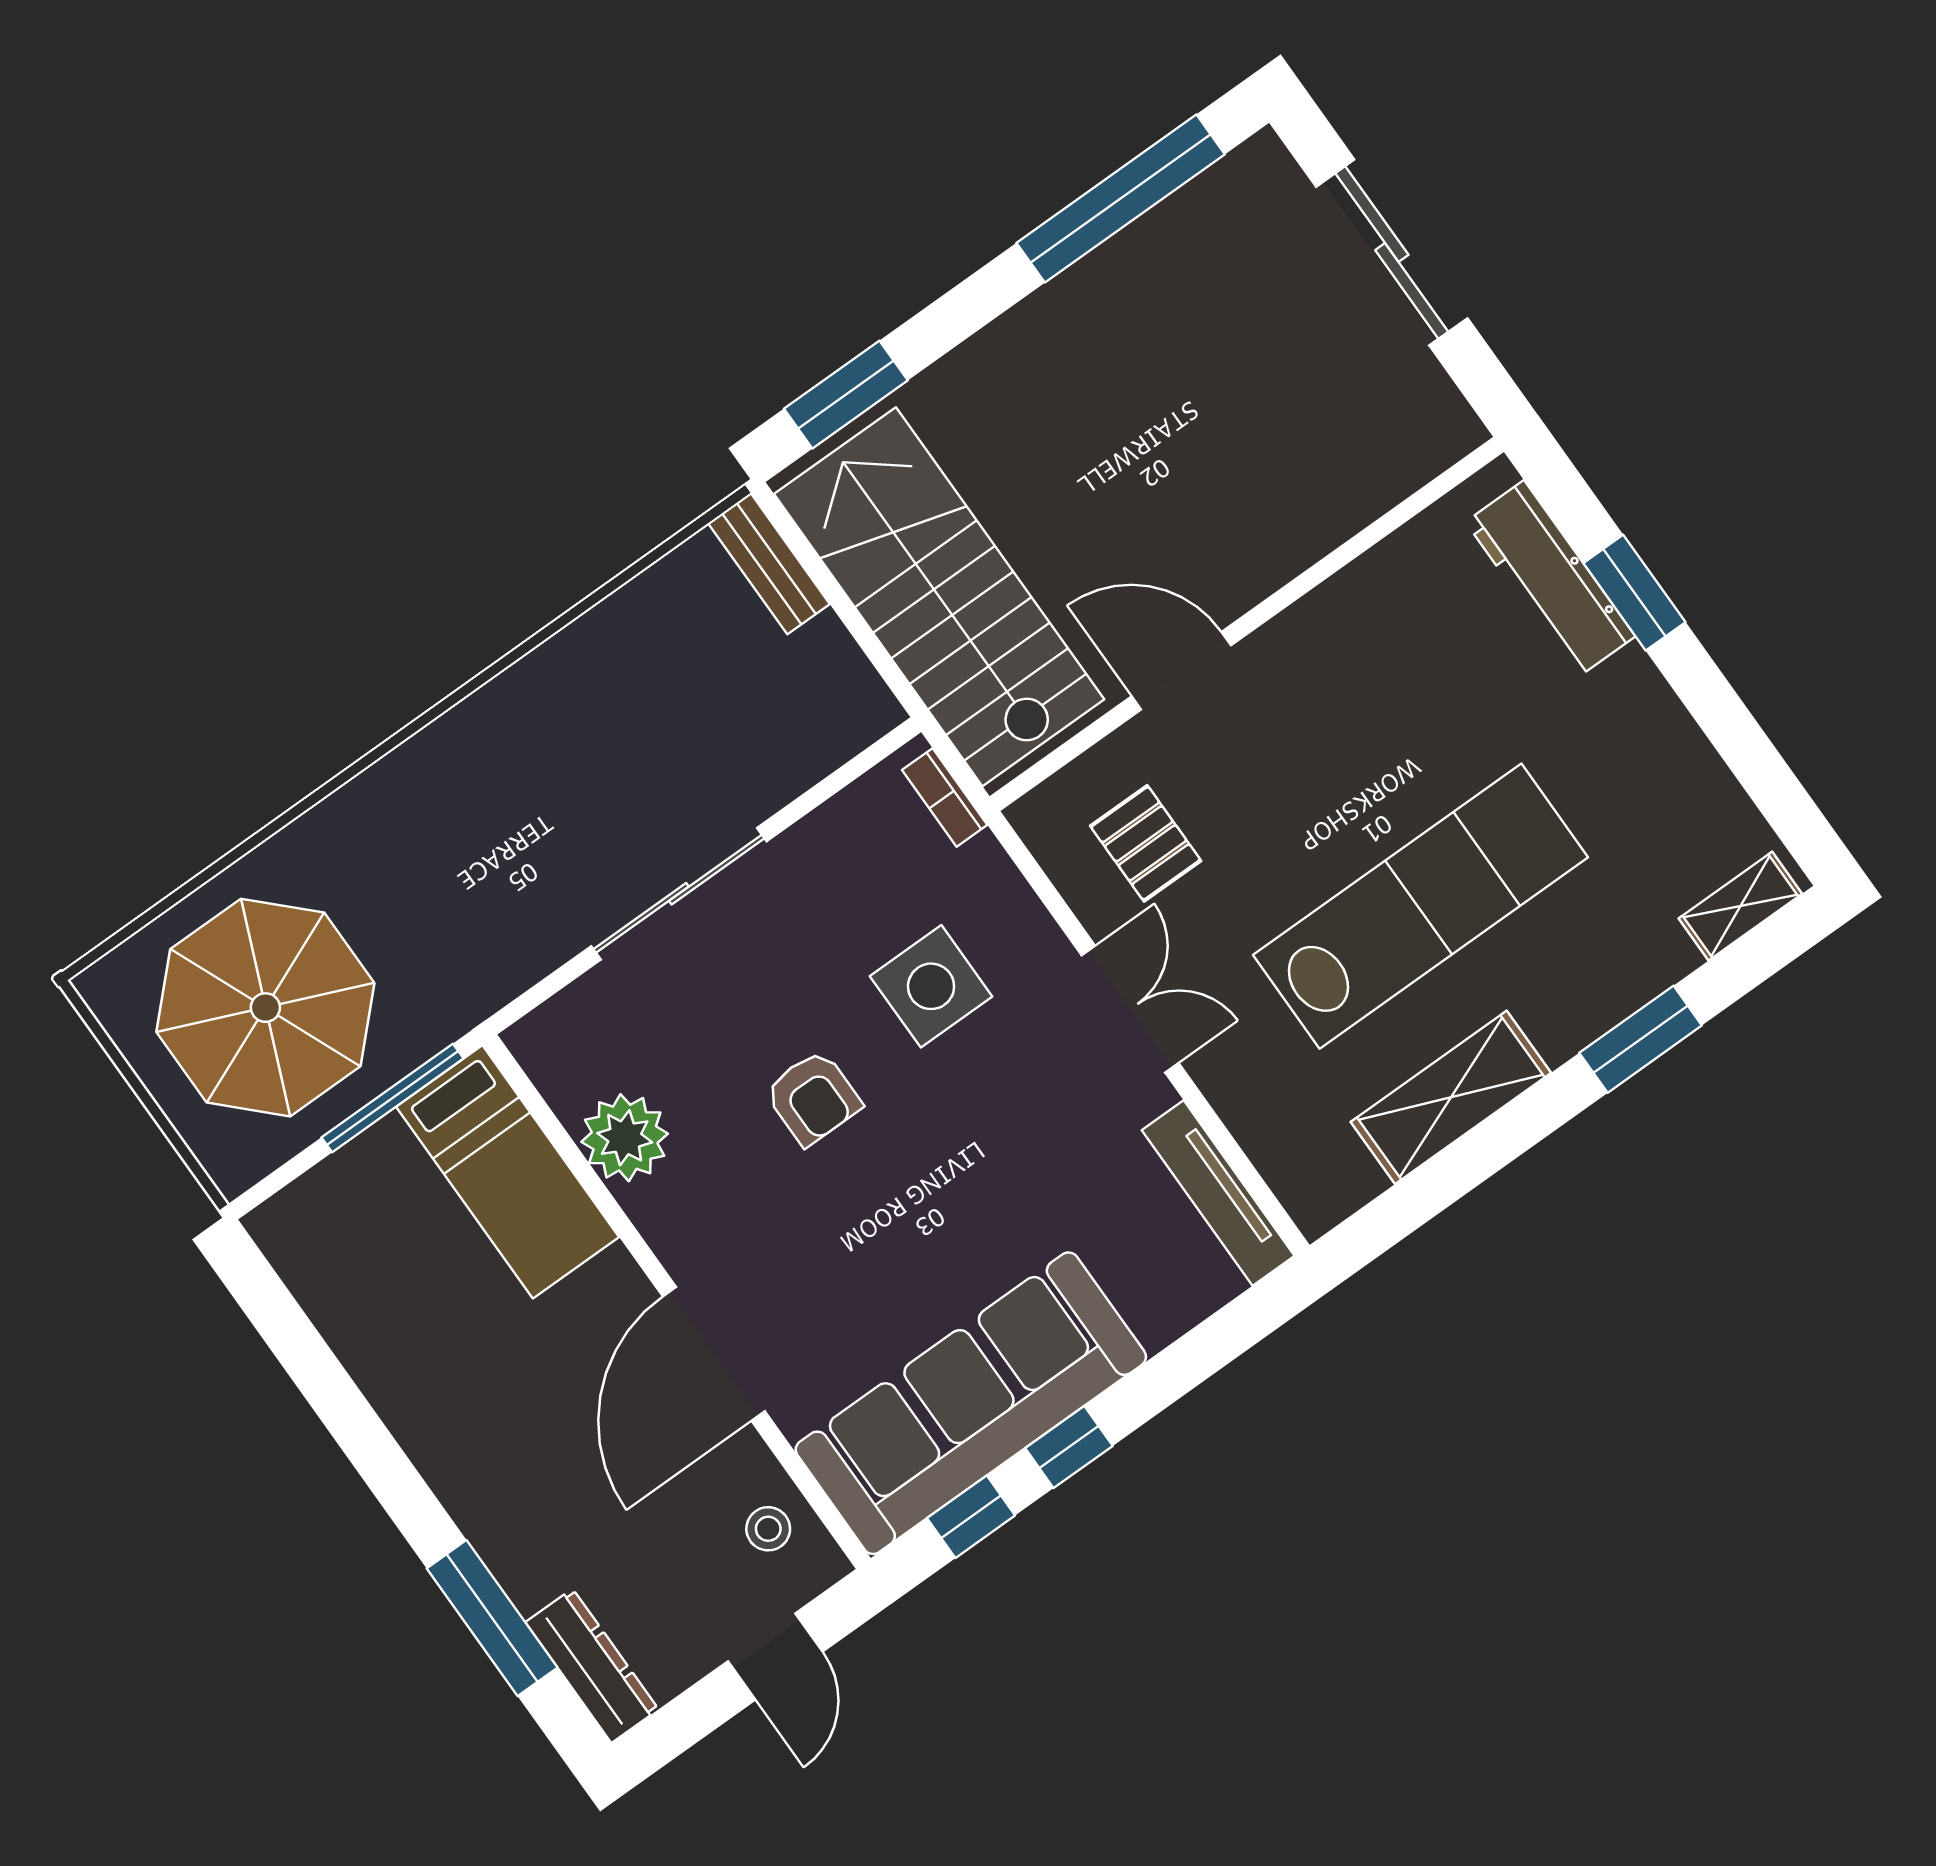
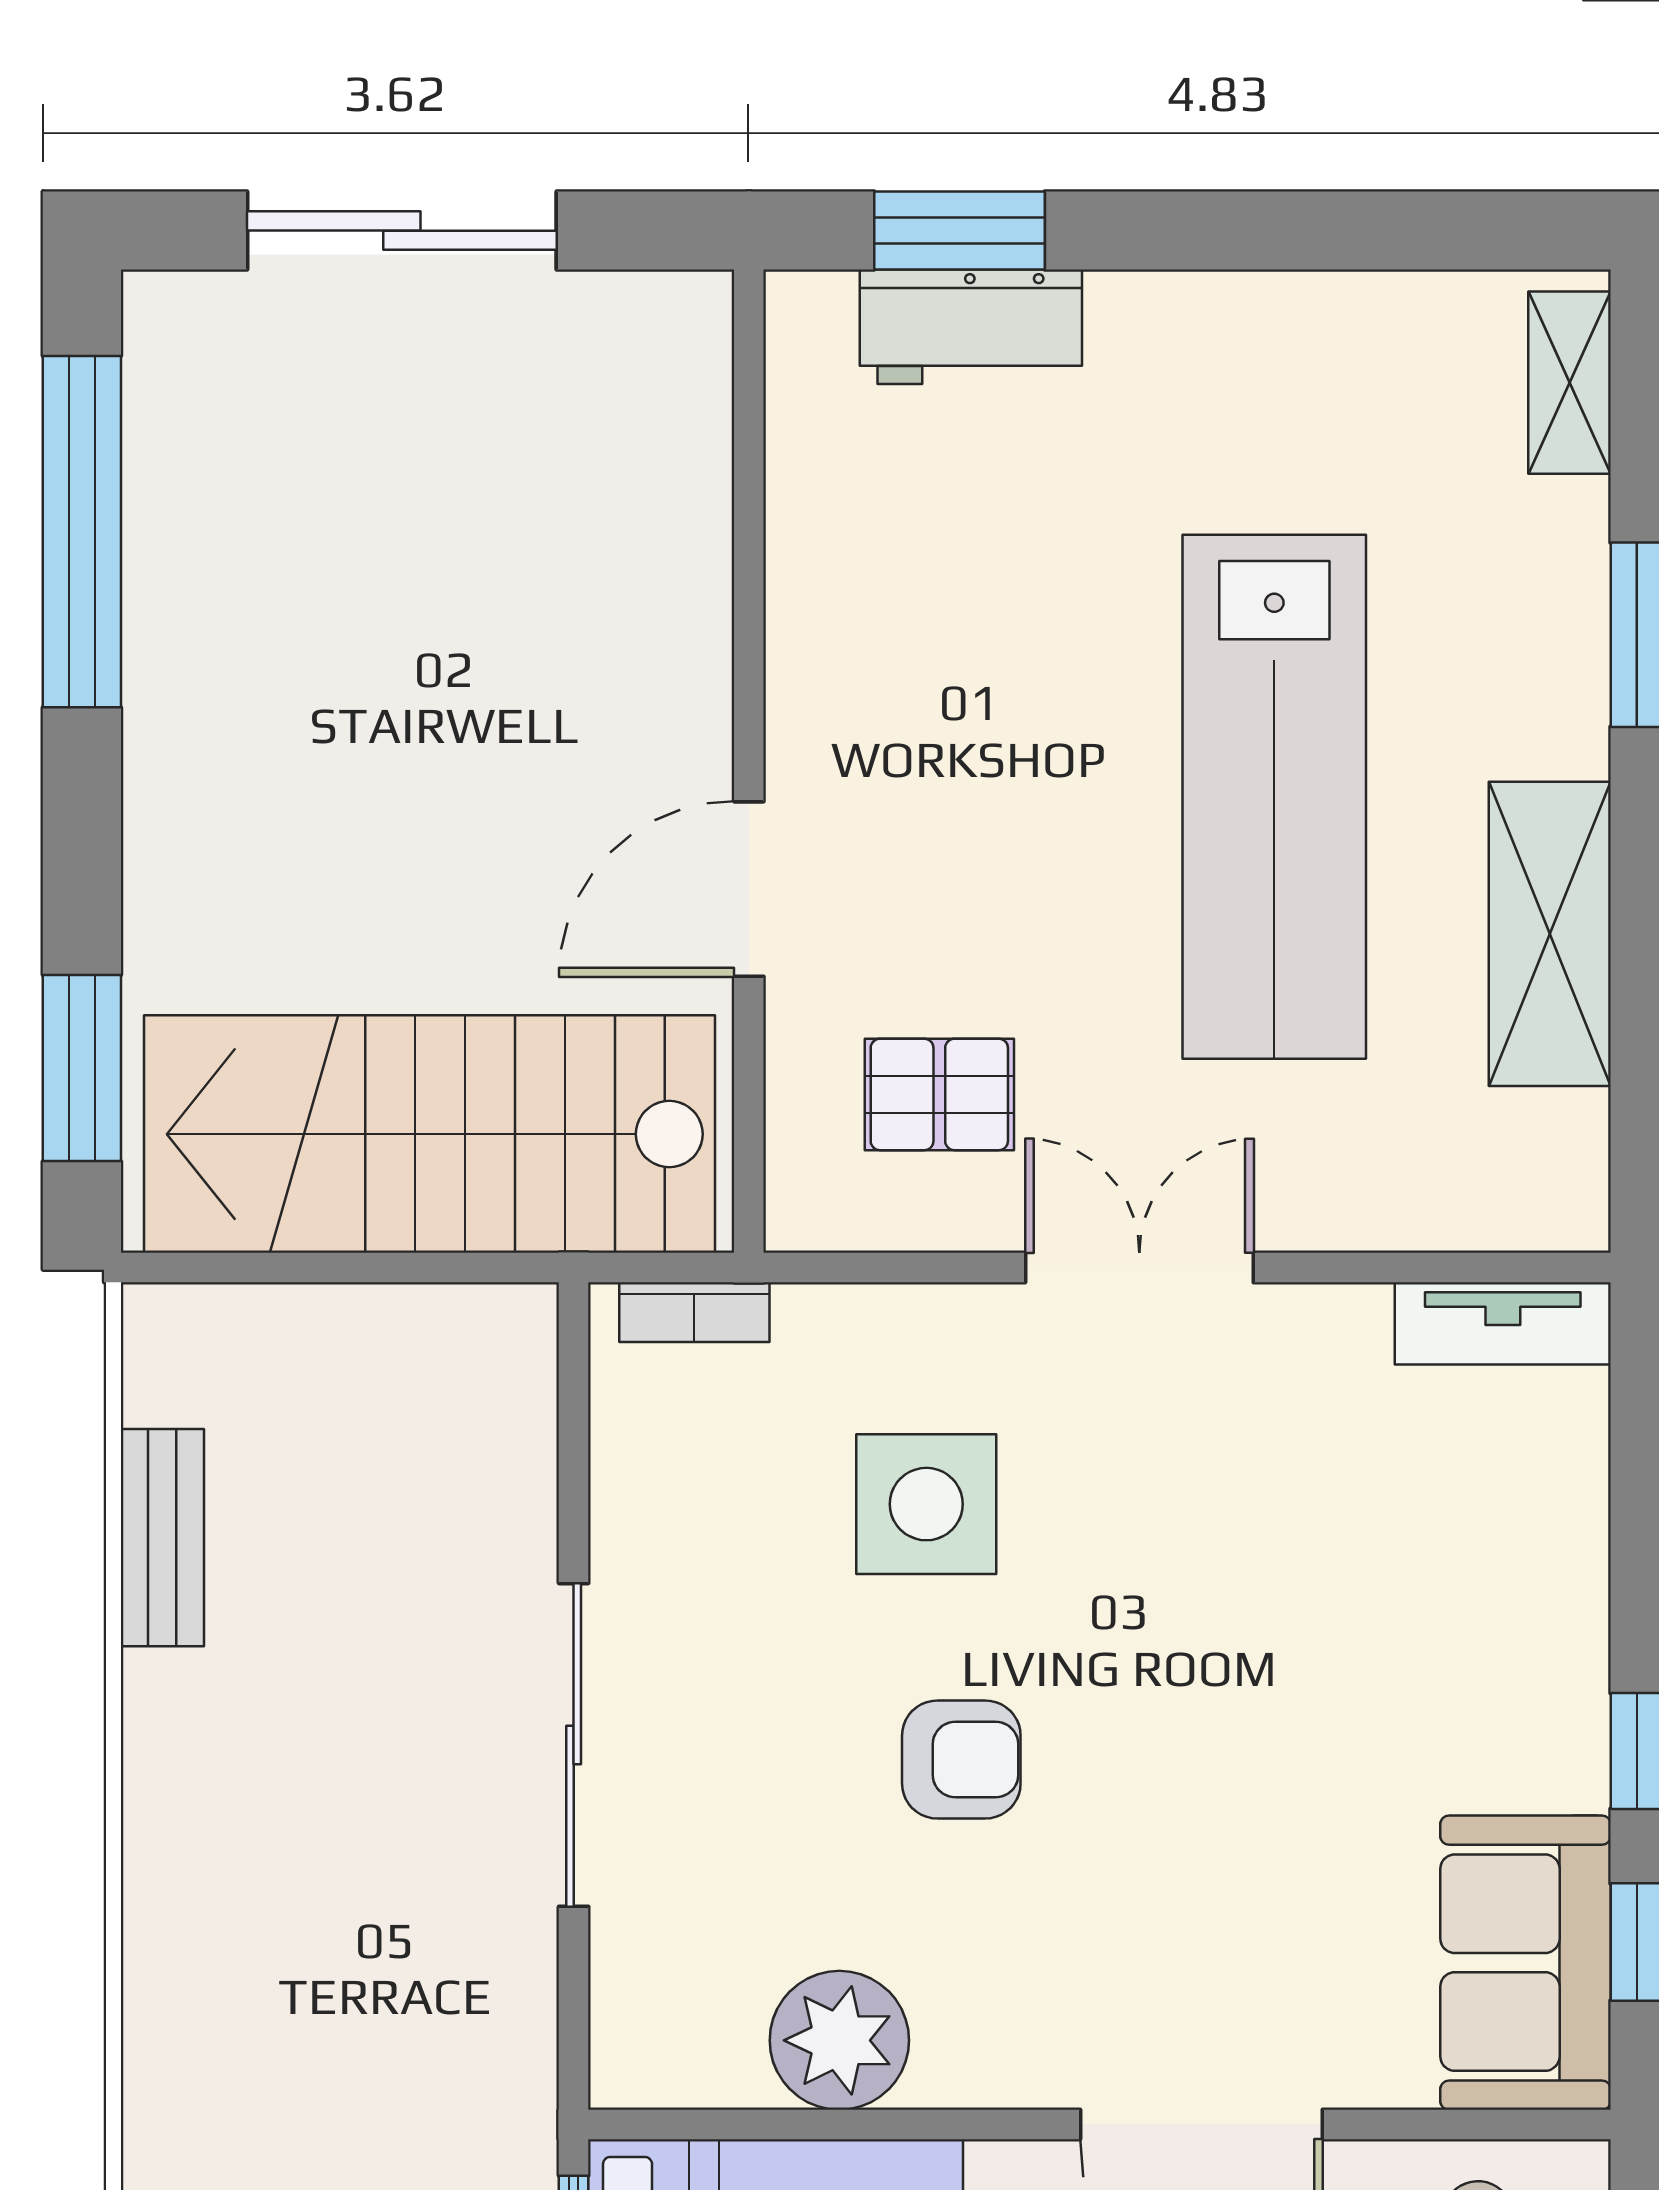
bench: (769, 564) -> (162, 1538), moved, turned 90
workbench: (1550, 579) -> (971, 327), width x0.73
window: (1634, 593) -> (959, 231), moved
lab bench: (1421, 906) -> (1274, 797), turned 180
tv unit: (1218, 1193) -> (1503, 1323), width x0.71
sofa: (971, 1403) -> (1525, 1963), width x0.54, depth x0.79

